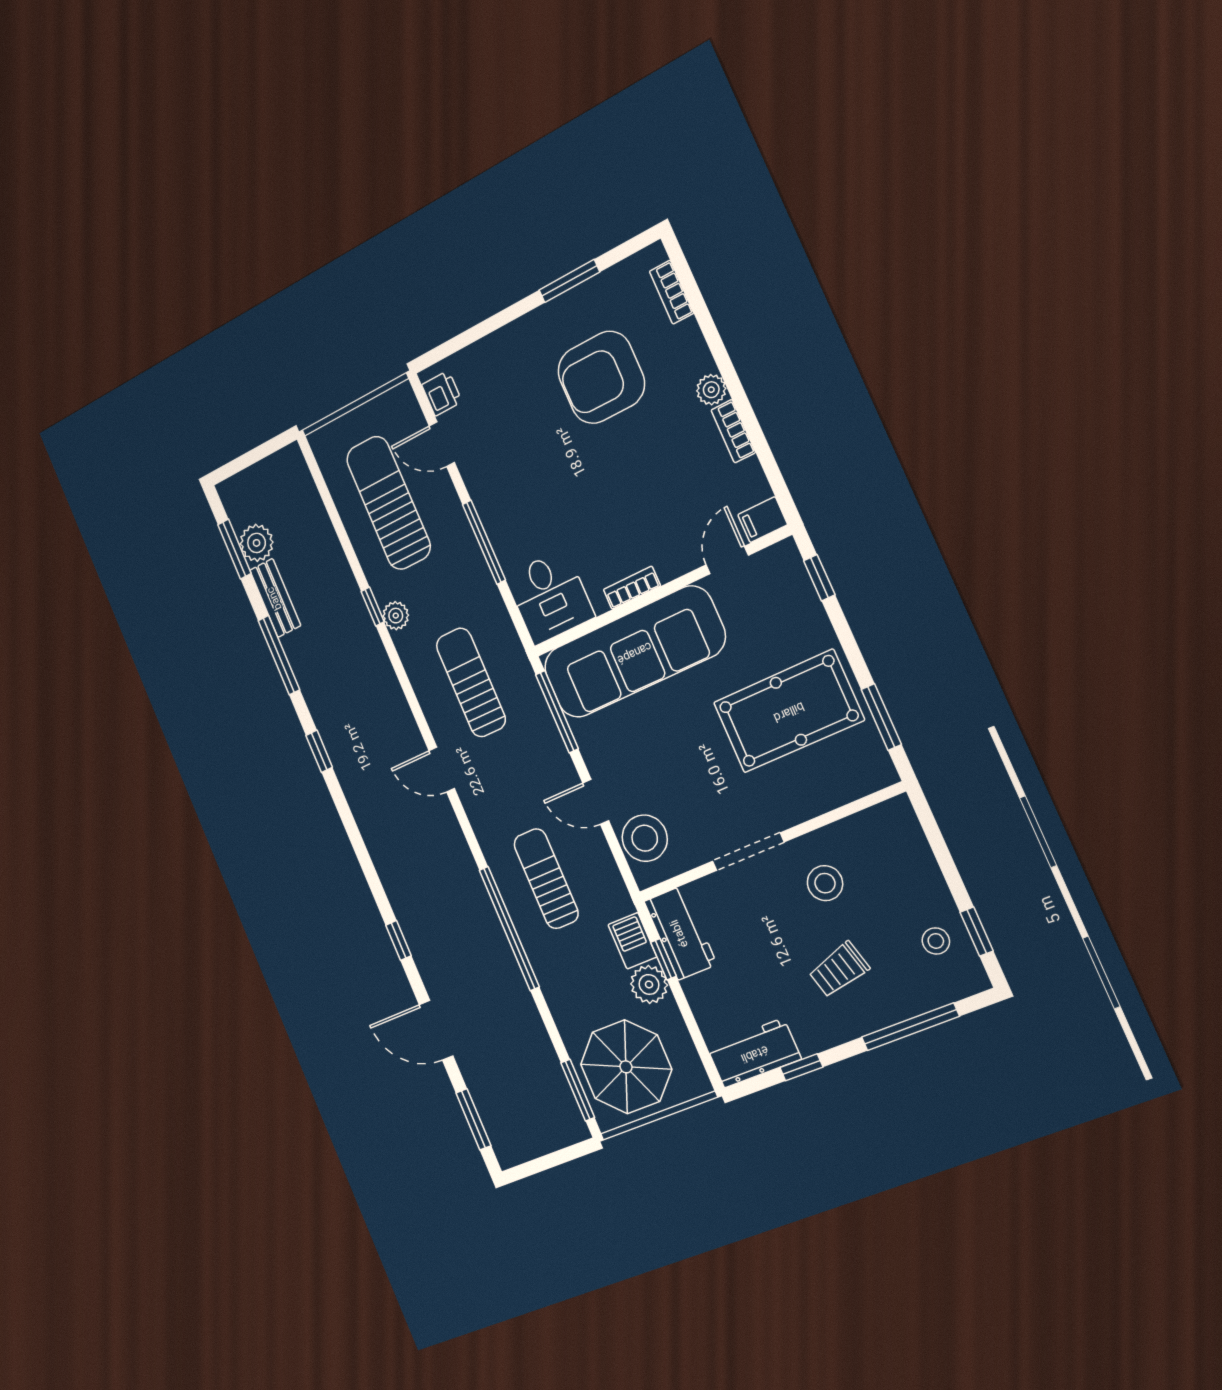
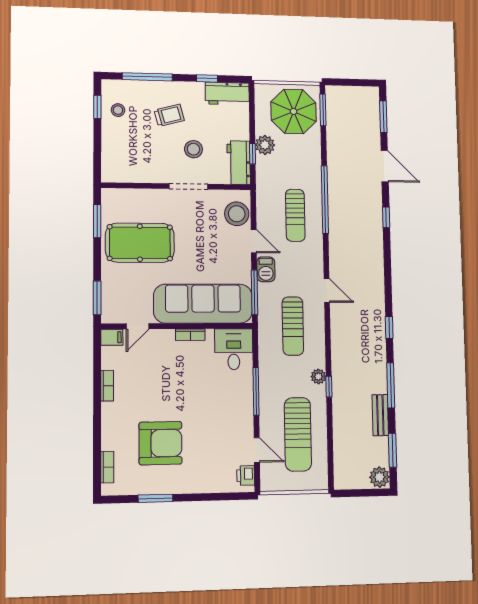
plant: (711, 390) -> (109, 411), removed
plant: (257, 543) -> (380, 477), moved
window: (819, 578) -> (97, 298), width x1.50
stool: (825, 883) -> (193, 149), moved
barbecue: (632, 941) -> (266, 269), moved

